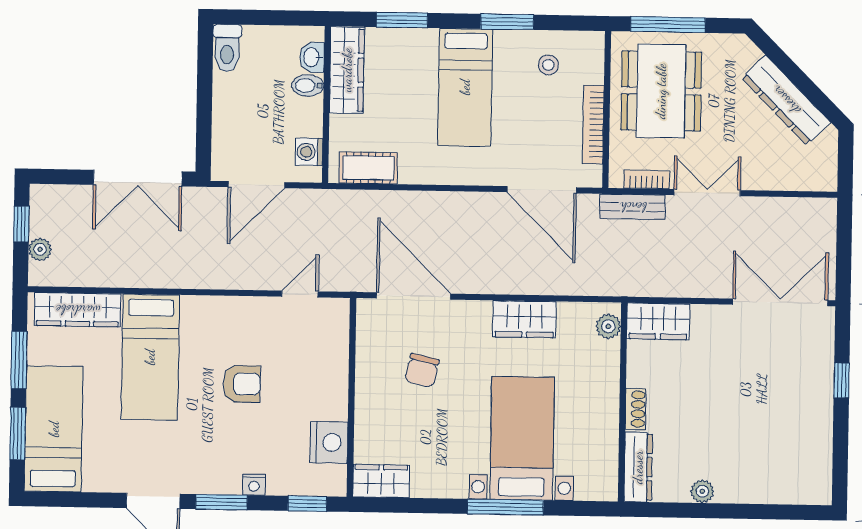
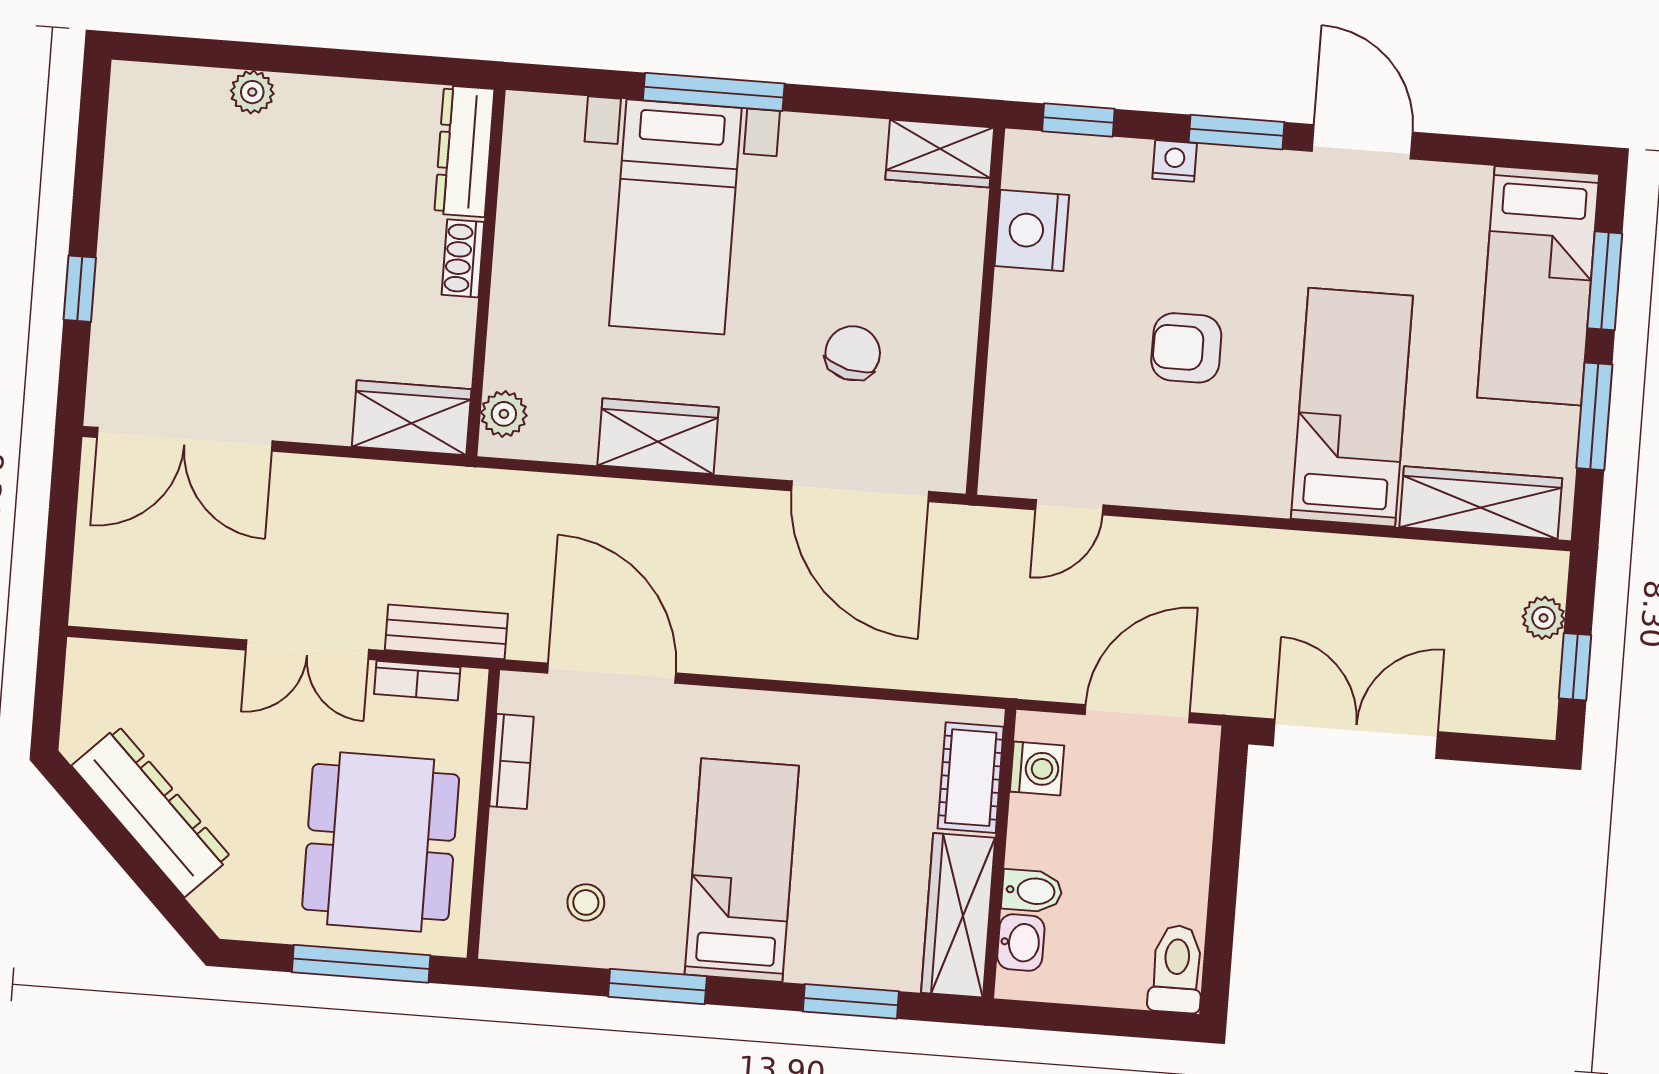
bookcase: (593, 125) -> (512, 761), width x0.64
cot: (368, 168) -> (971, 778), moved, turned 90
plant: (702, 491) -> (252, 92), moved

